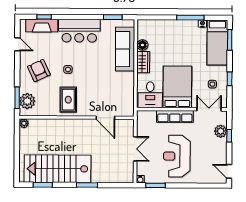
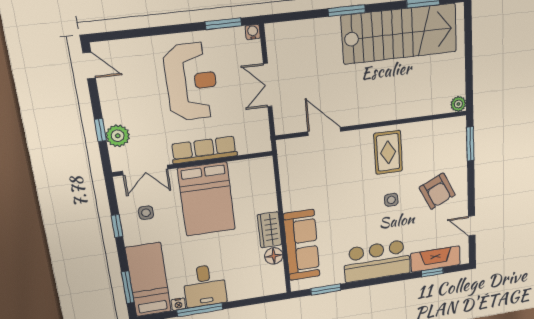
desk: (150, 95) -> (205, 286), moved, turned 180
plant: (27, 101) -> (454, 141), removed

